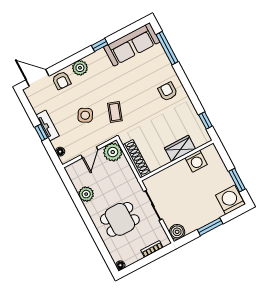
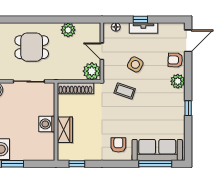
sofa: (132, 44) -> (157, 150), moved, turned 90
armchair: (168, 92) -> (118, 145), turned -90
washing machine: (196, 161) -> (47, 124), moved
dining table: (120, 219) -> (32, 47), turned 90

